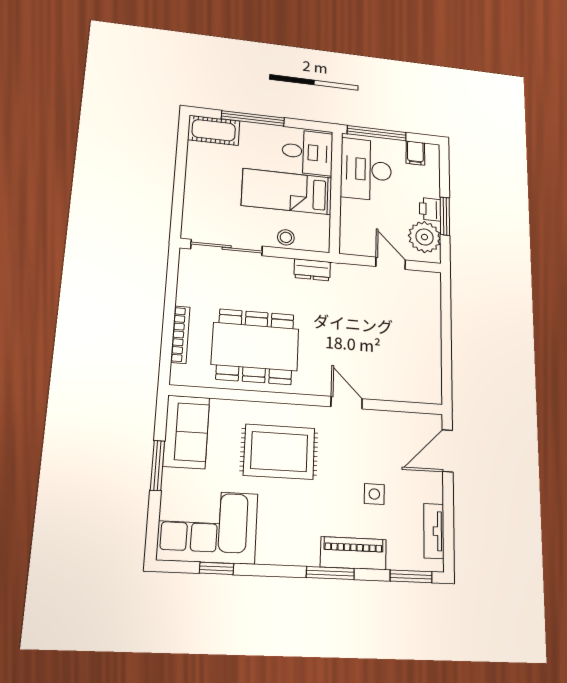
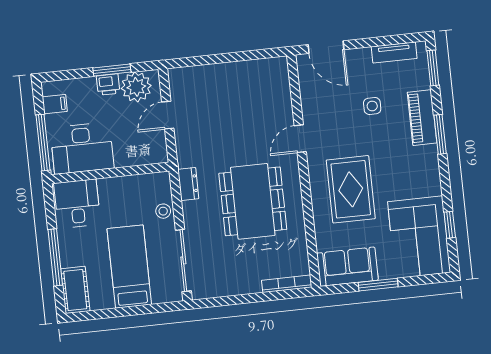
bed: (287, 192) -> (129, 267), moved, turned 180
bookcase: (180, 335) -> (287, 284), moved
dining table: (255, 347) -> (253, 201), moved

